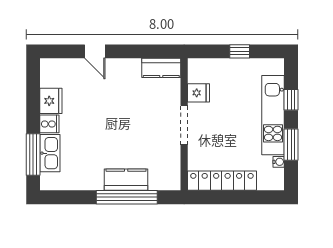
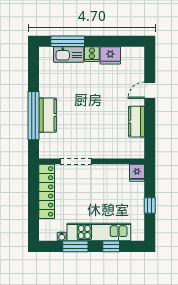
kitchen counter: (161, 68) -> (137, 122), moved
fridge: (198, 93) -> (137, 173), moved
doorway: (184, 125) -> (76, 161), moved

